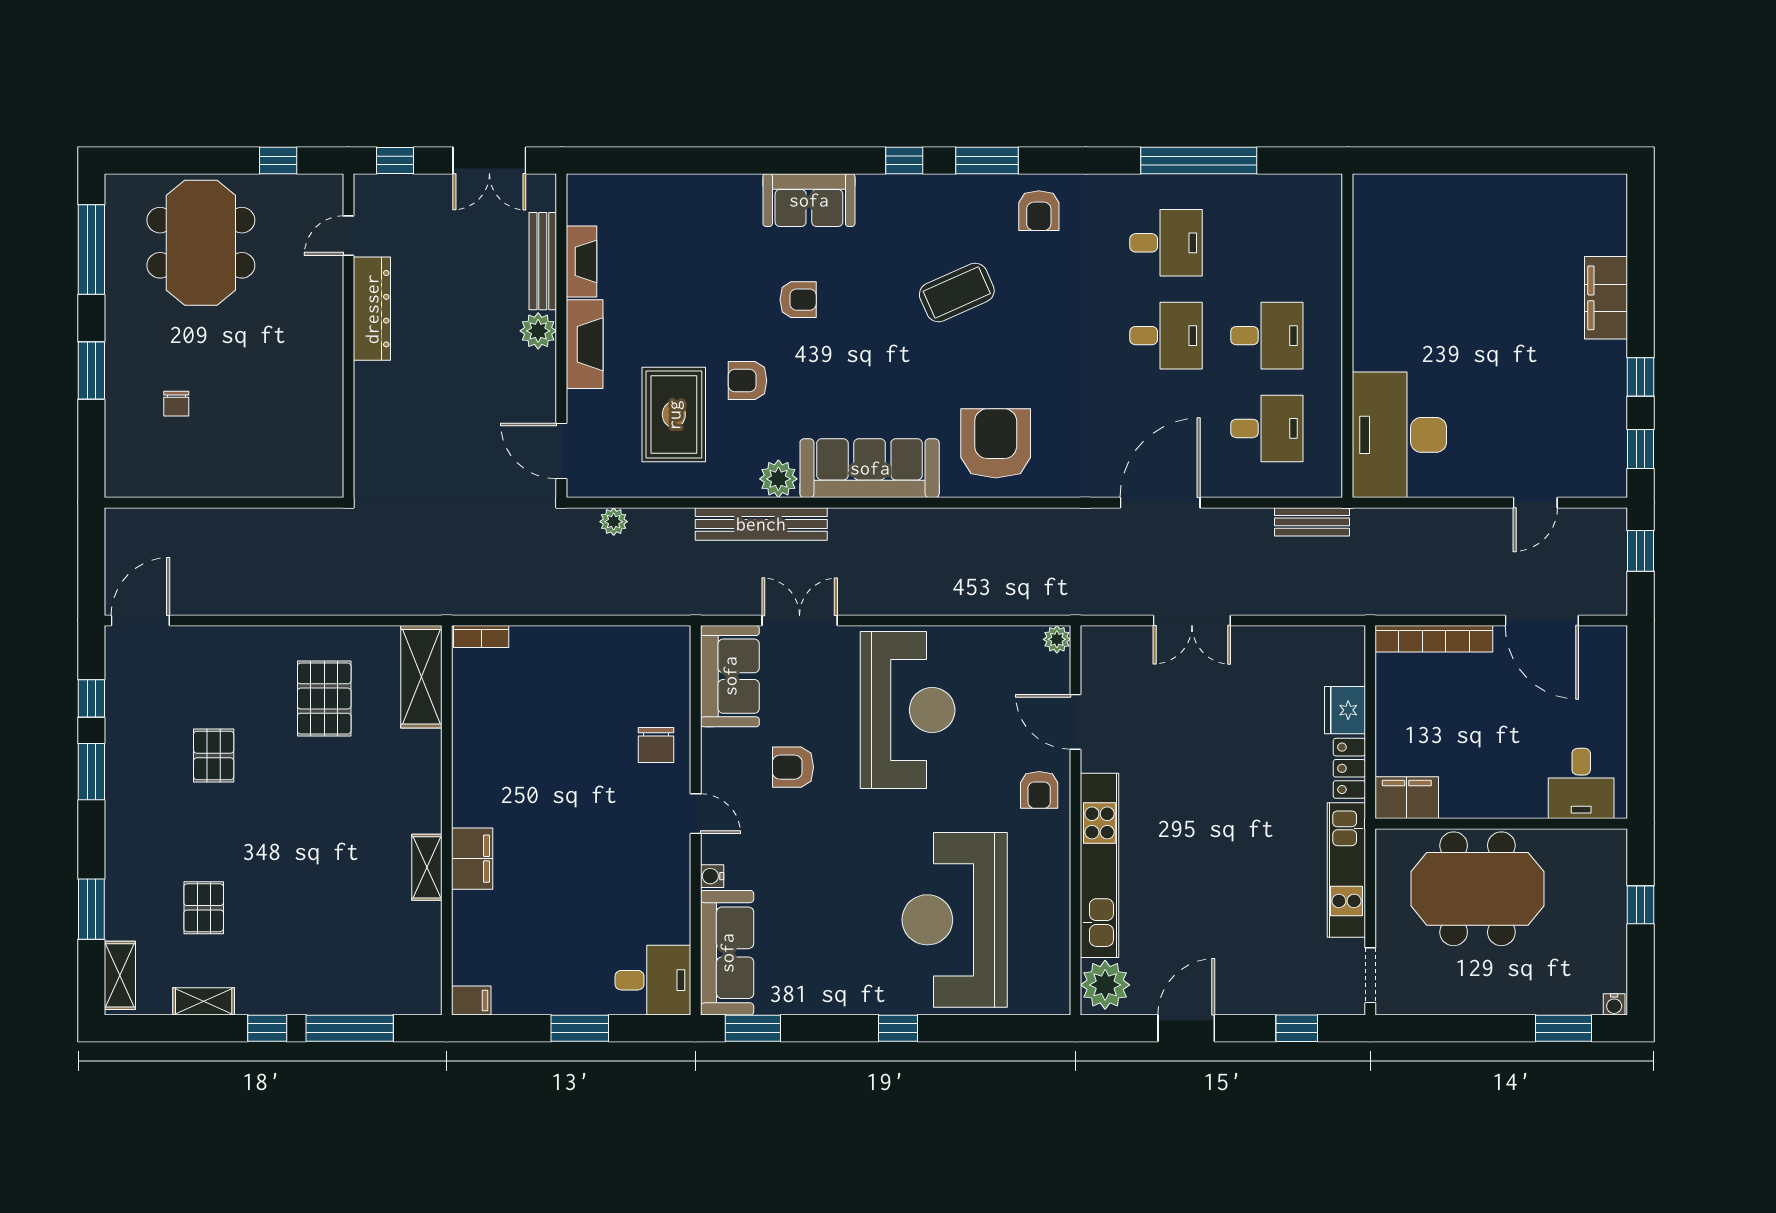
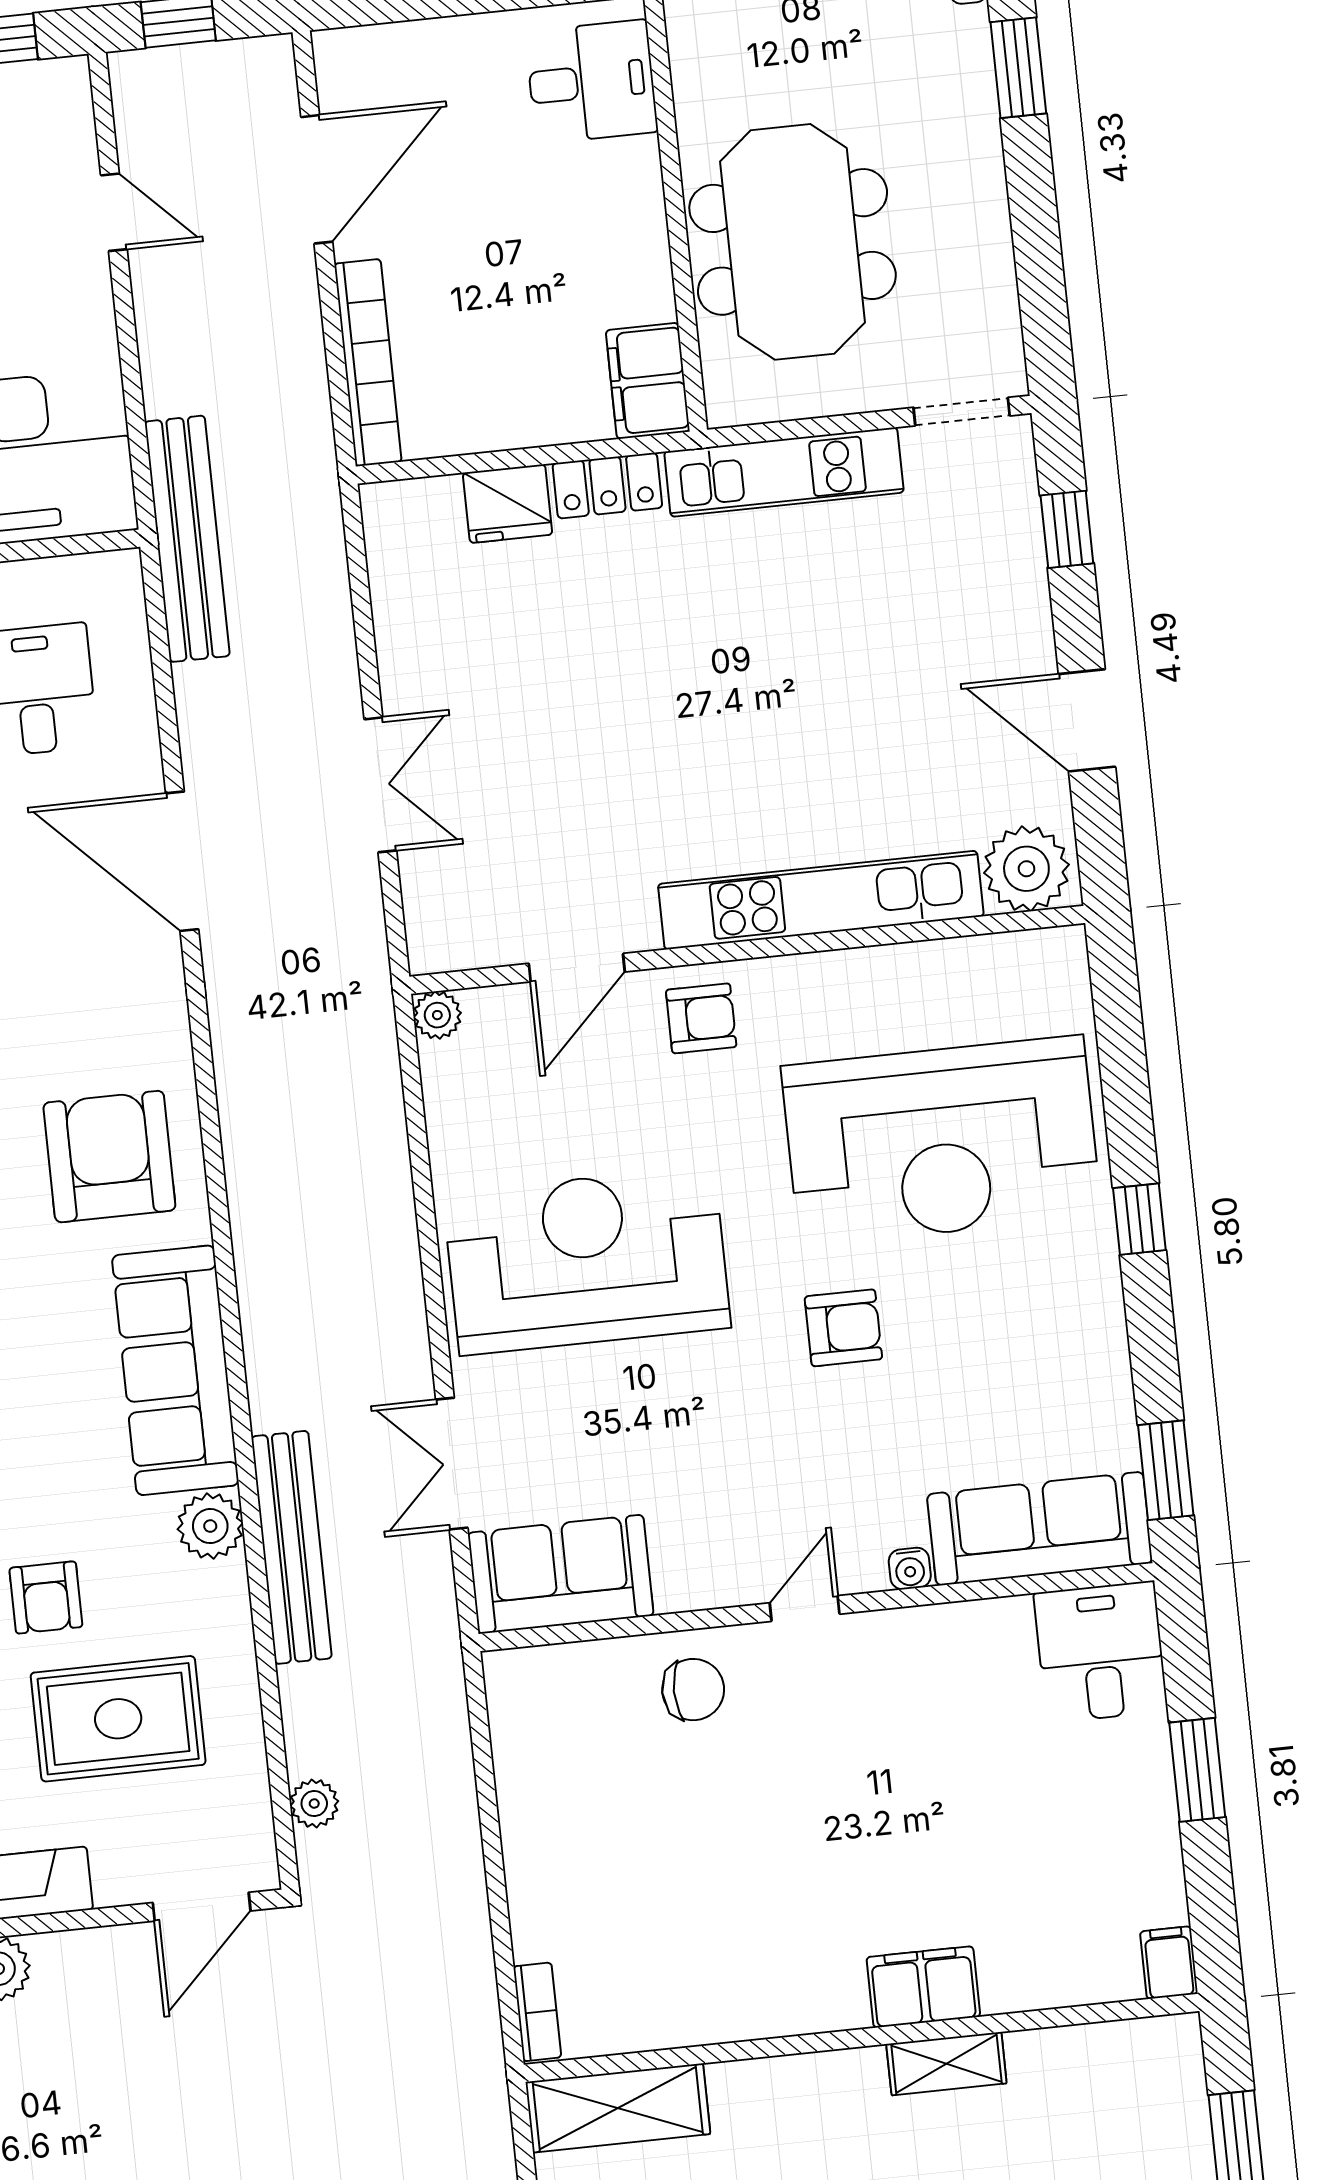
armchair: (996, 443) -> (109, 1157), turned 90
bench: (1312, 522) -> (187, 539), width x1.86, depth x1.21
armchair: (793, 767) -> (843, 1328), moved, turned -90

